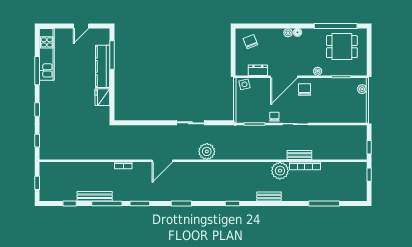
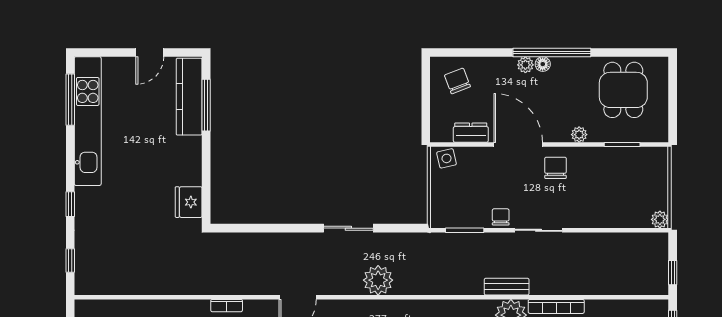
window: (336, 26) -> (552, 52), moved
dining table: (342, 47) -> (623, 90), turned 90
kitchen unit: (47, 54) -> (88, 121), width x1.36
kitchen counter: (103, 66) -> (189, 97), moved
window: (37, 71) -> (70, 100), moved
door: (284, 77) -> (518, 145), swing flipped
plant: (362, 89) -> (660, 219), moved
fridge: (102, 97) -> (189, 202), moved
bench: (299, 155) -> (507, 287), moved

